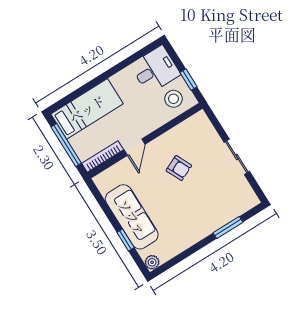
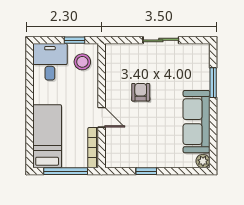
armchair: (179, 168) -> (141, 92), turned -65
sofa: (132, 217) -> (196, 122), moved, turned -90
window: (126, 240) -> (146, 171), moved

